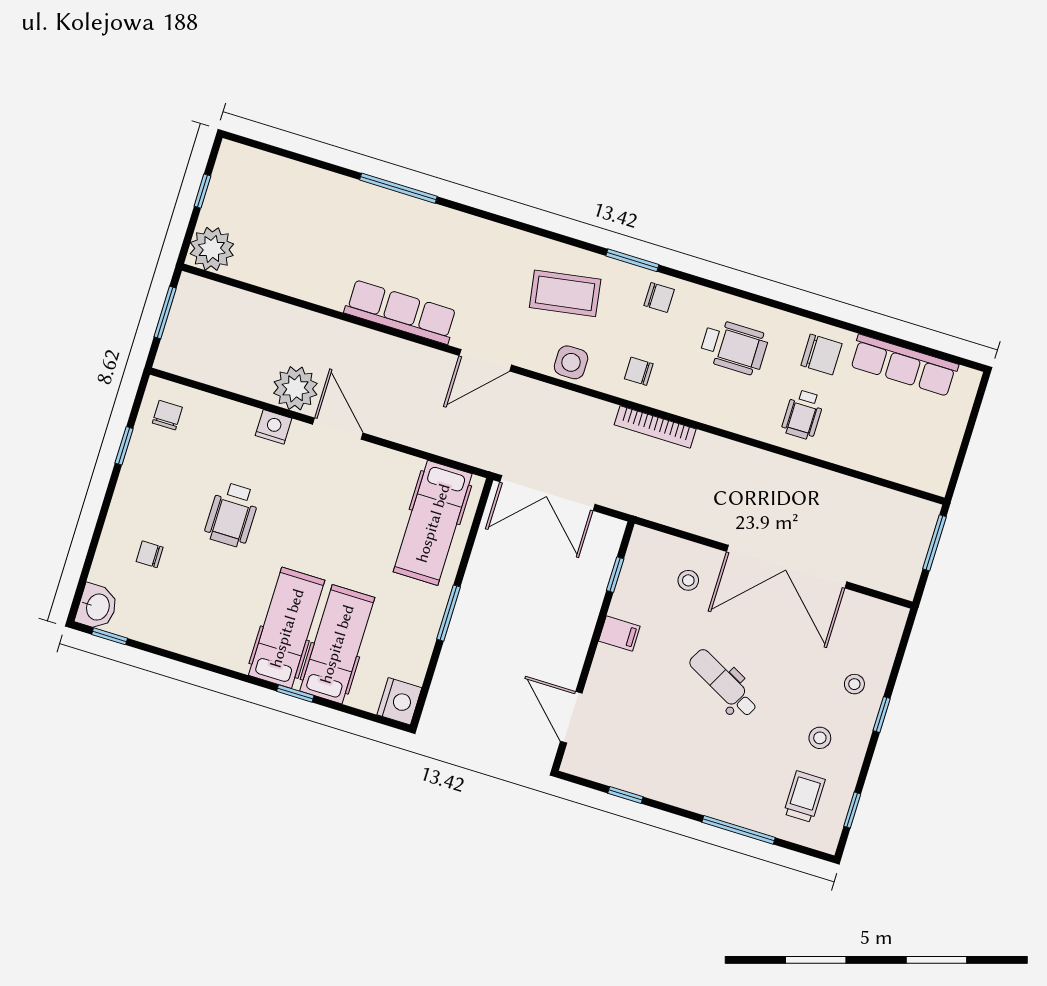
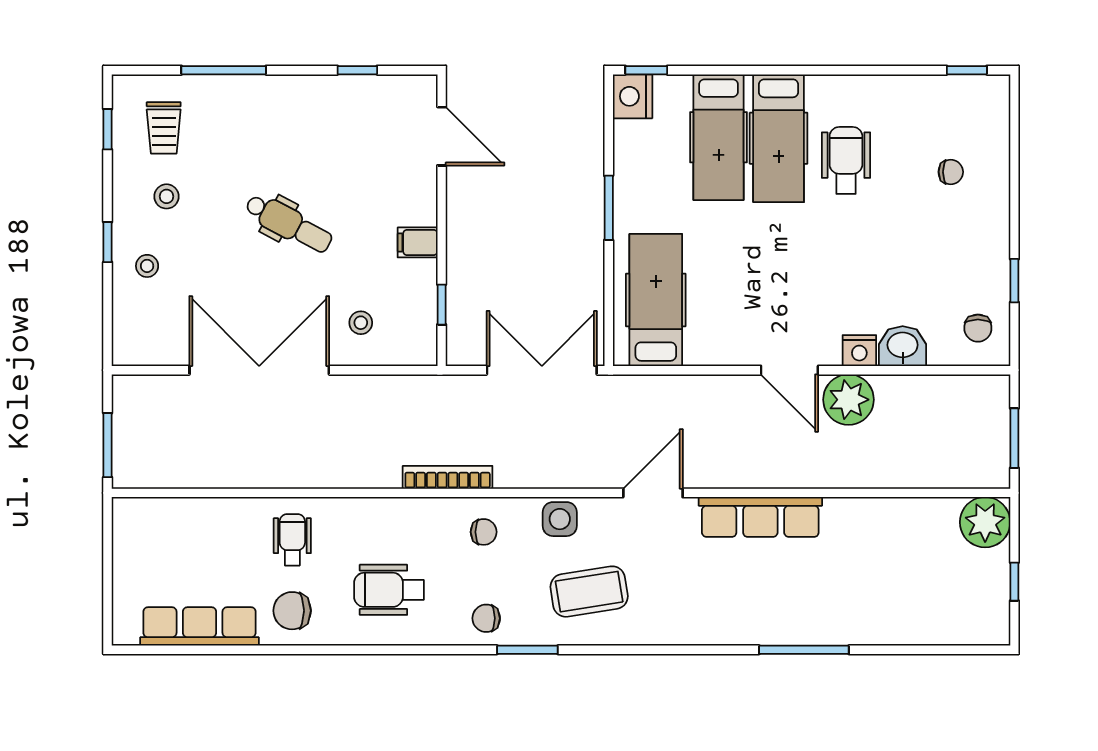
wheelchair: (232, 515) -> (846, 160), moved
washbasin: (97, 607) -> (903, 346), moved, turned 90
window: (295, 693) -> (646, 70), moved

